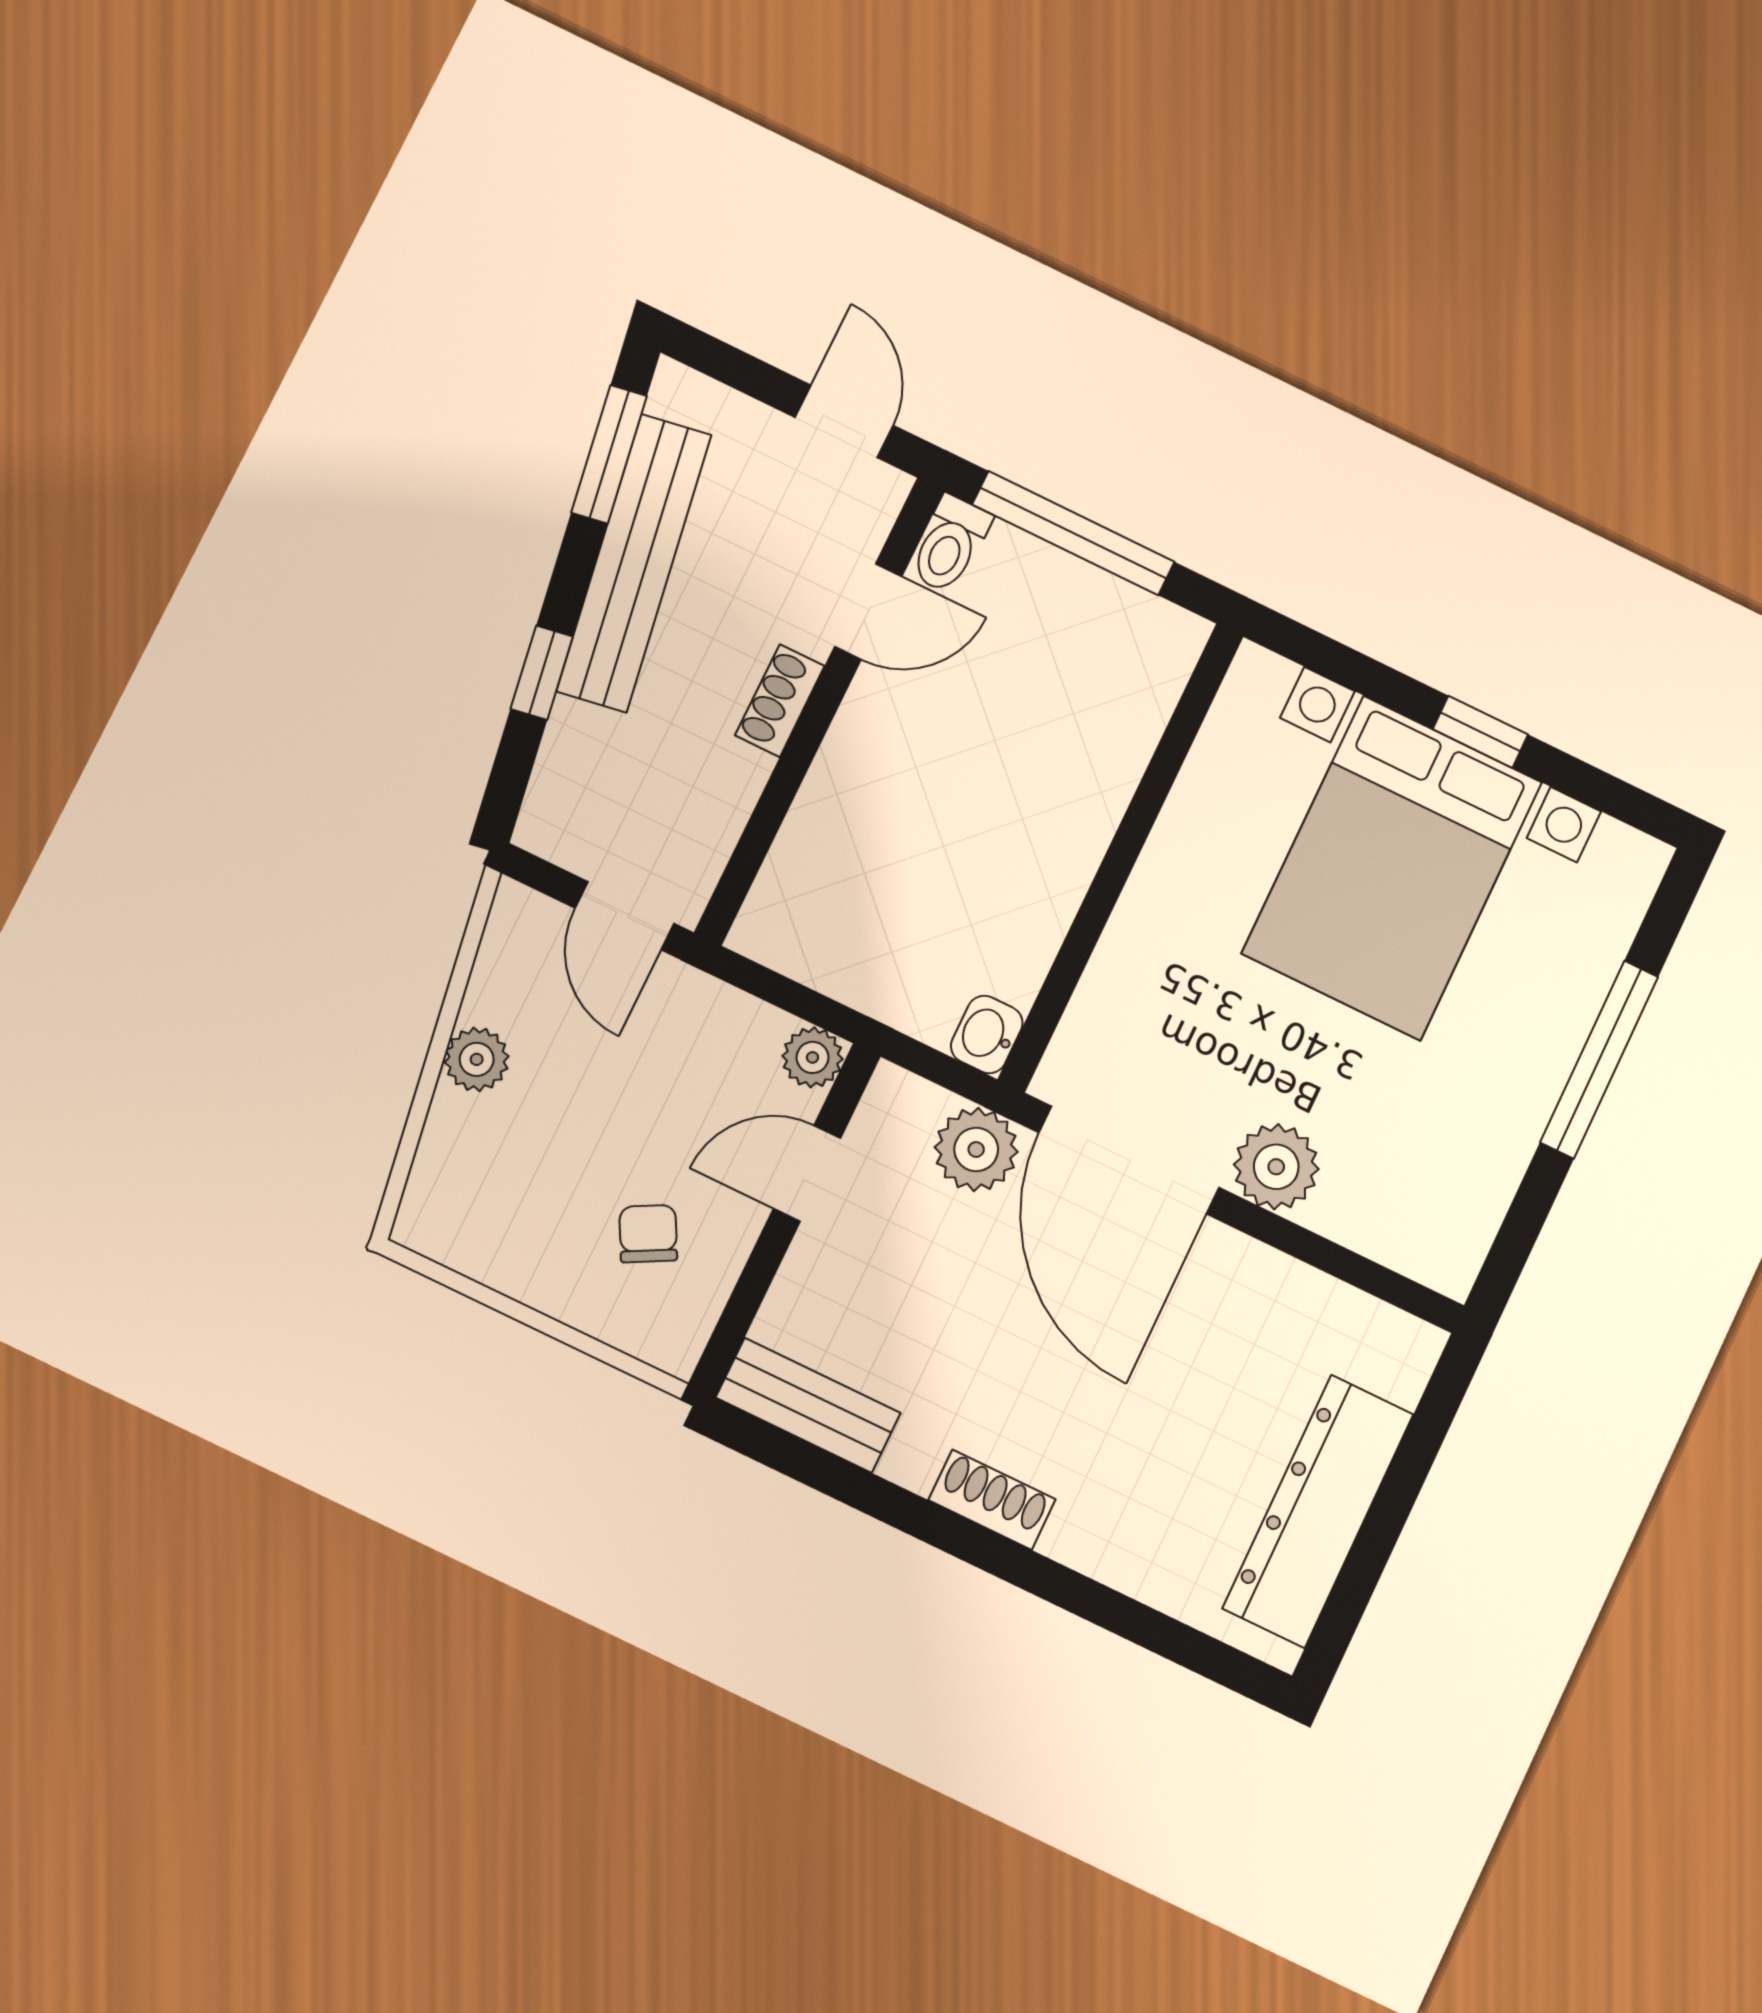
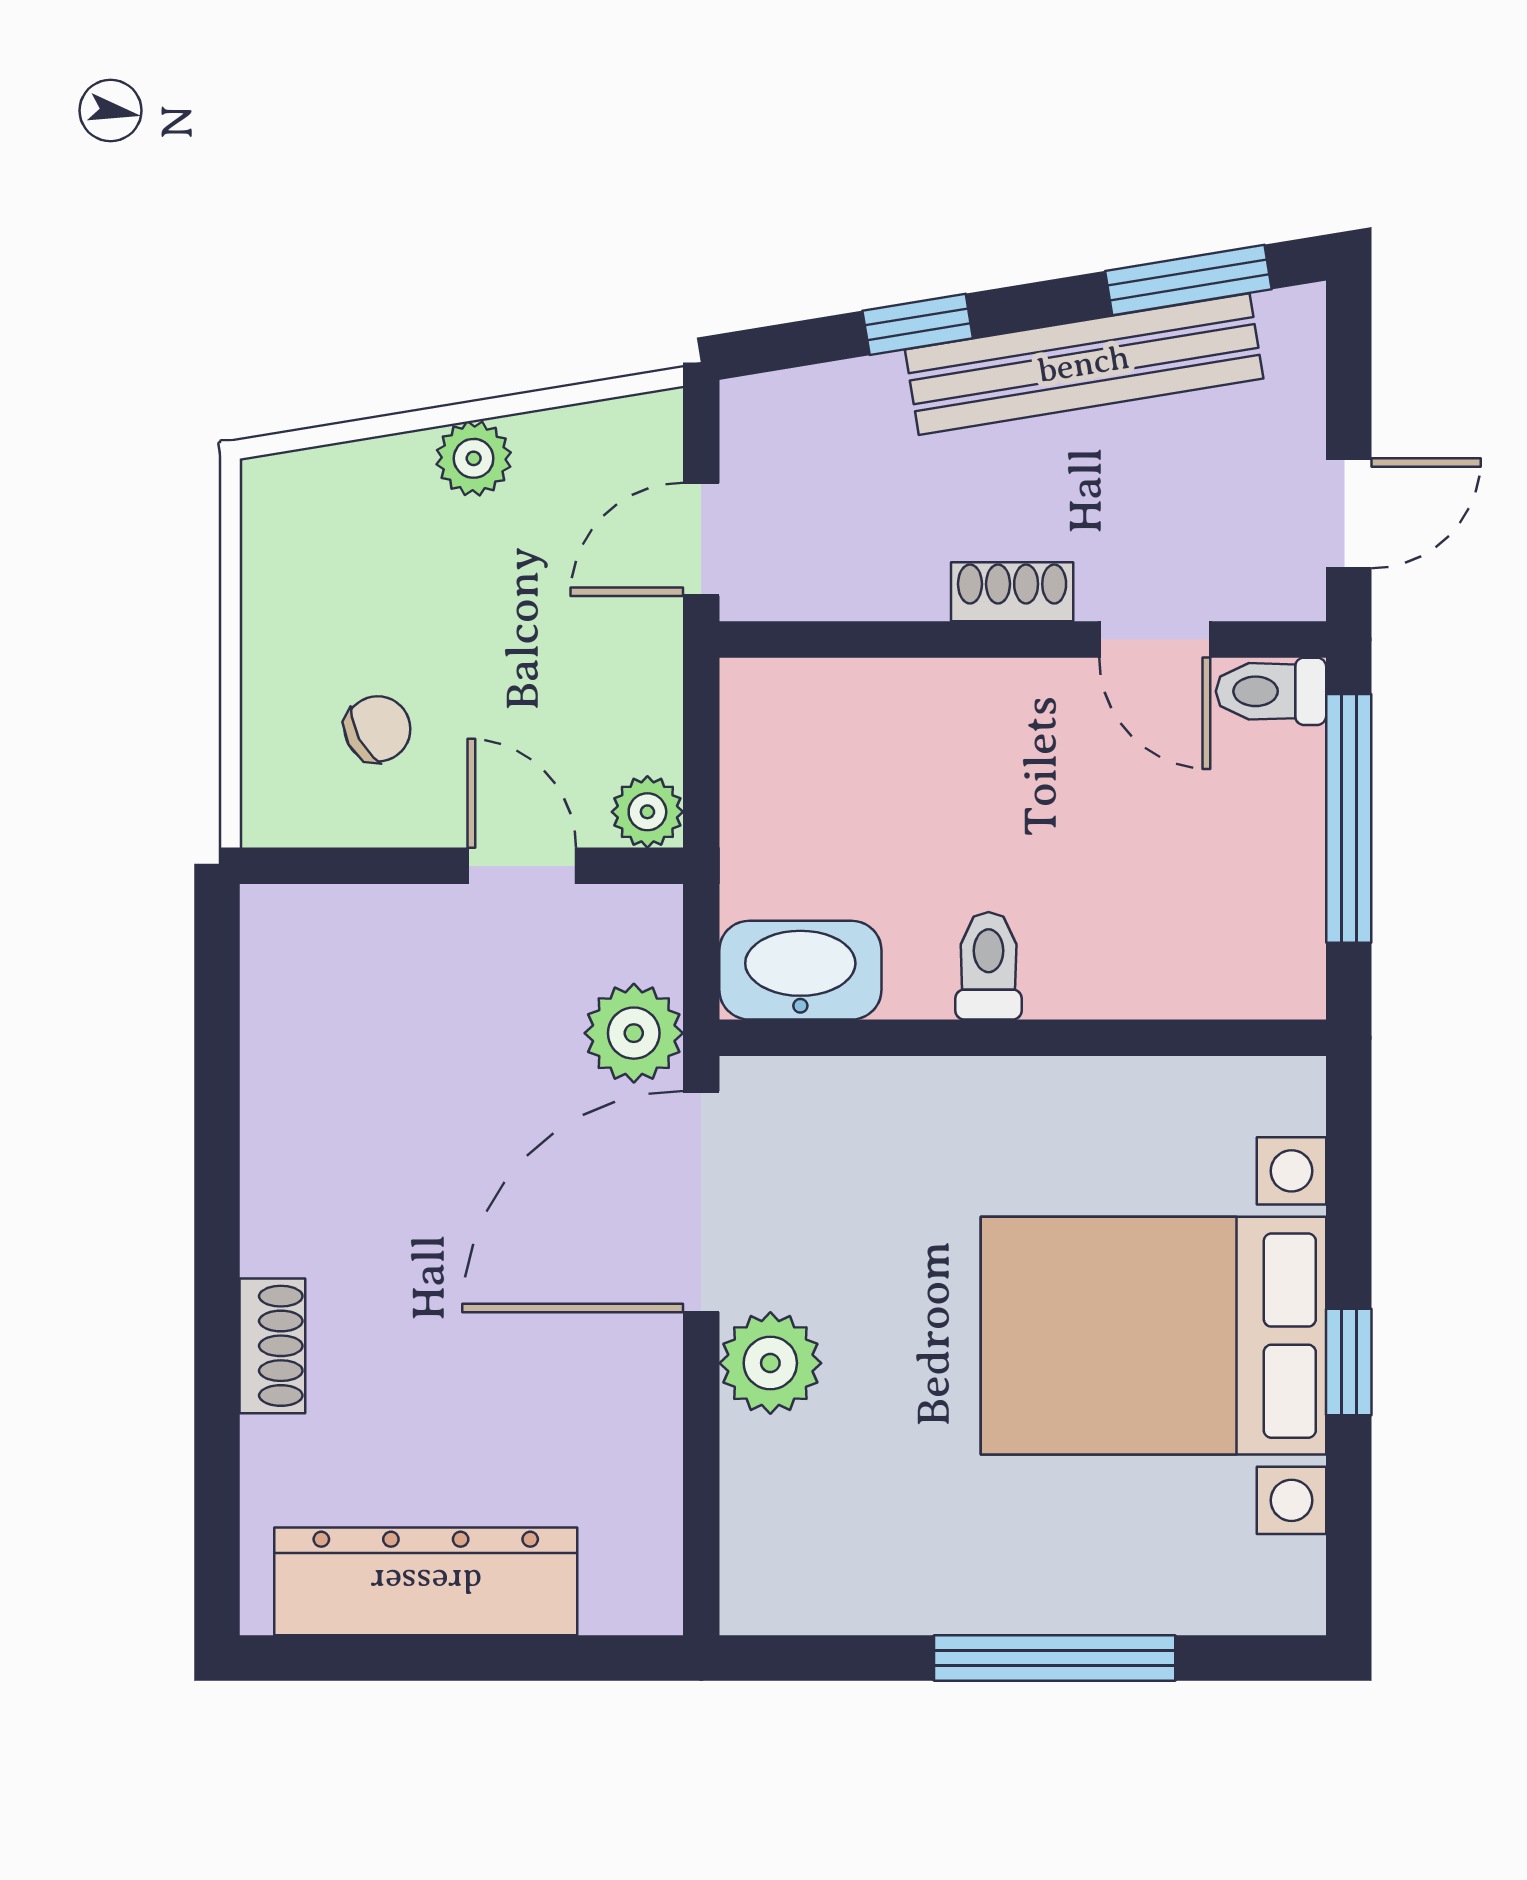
toilet: (1054, 856) -> (989, 966), added
washbasin: (987, 1035) -> (800, 970), width x1.91, depth x1.45
bench: (808, 1405) -> (278, 985), removed
shoe rack: (992, 1500) -> (272, 1346), moved

